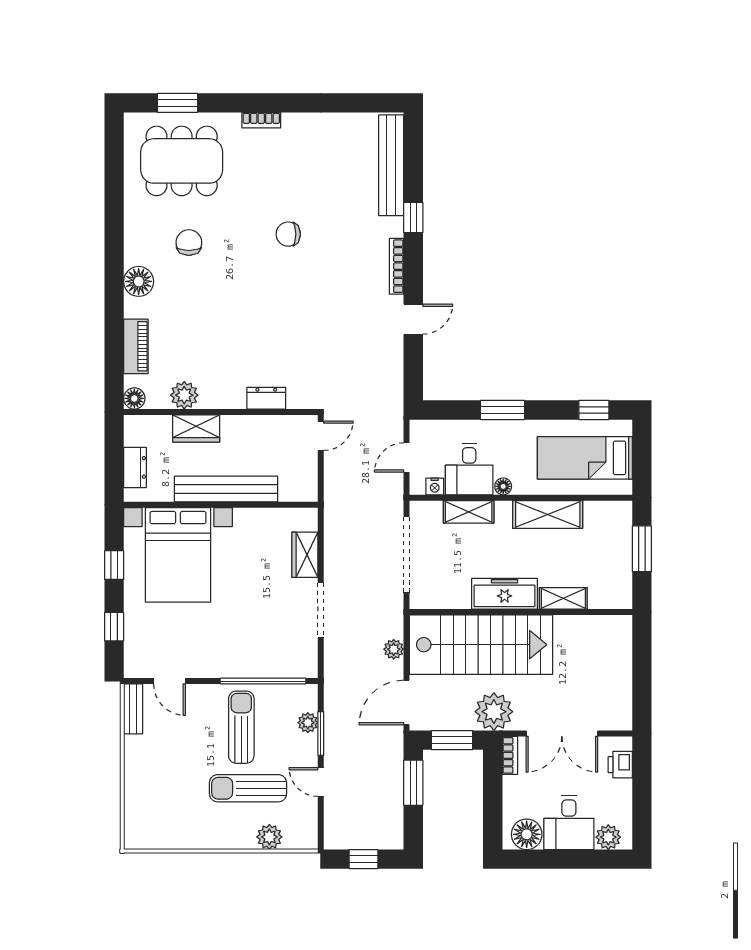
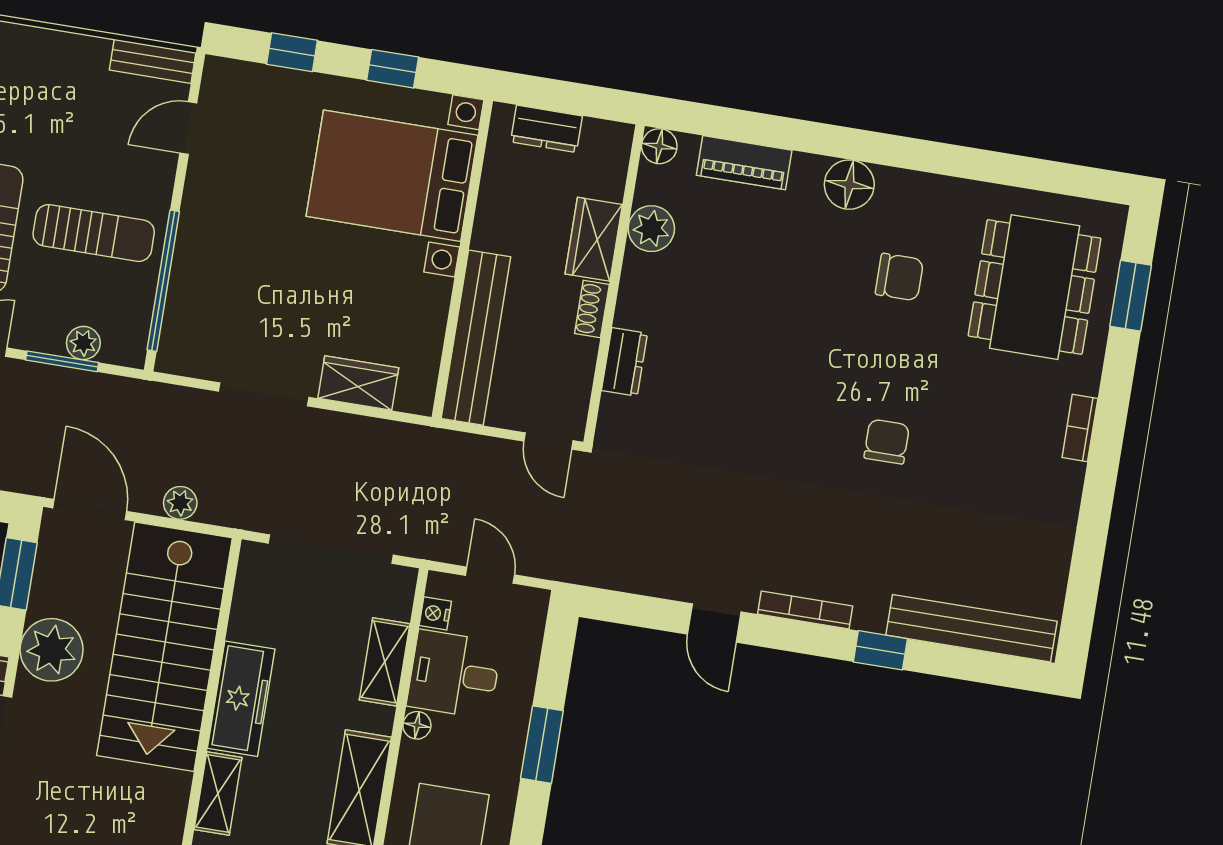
shoe rack: (238, 423) -> (592, 309), added
bench: (226, 489) -> (476, 338), moved

